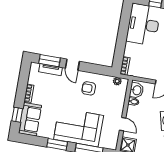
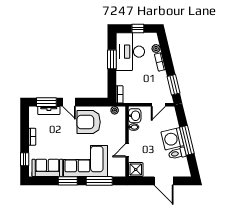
window: (123, 29) -> (112, 59), added
armchair: (89, 88) -> (89, 122), width x1.88, depth x1.88
sofa: (30, 119) -> (47, 168), moved, turned -90
door: (123, 124) -> (127, 150), swing flipped

